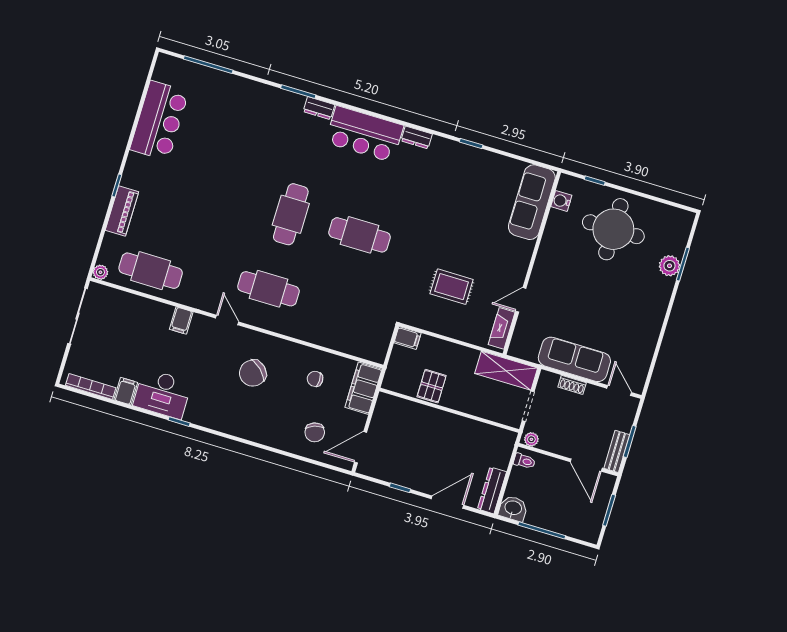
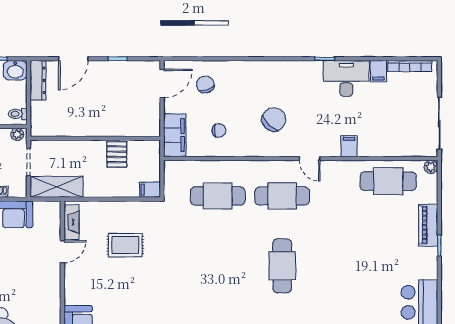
cafe table: (360, 235) -> (218, 196), moved

